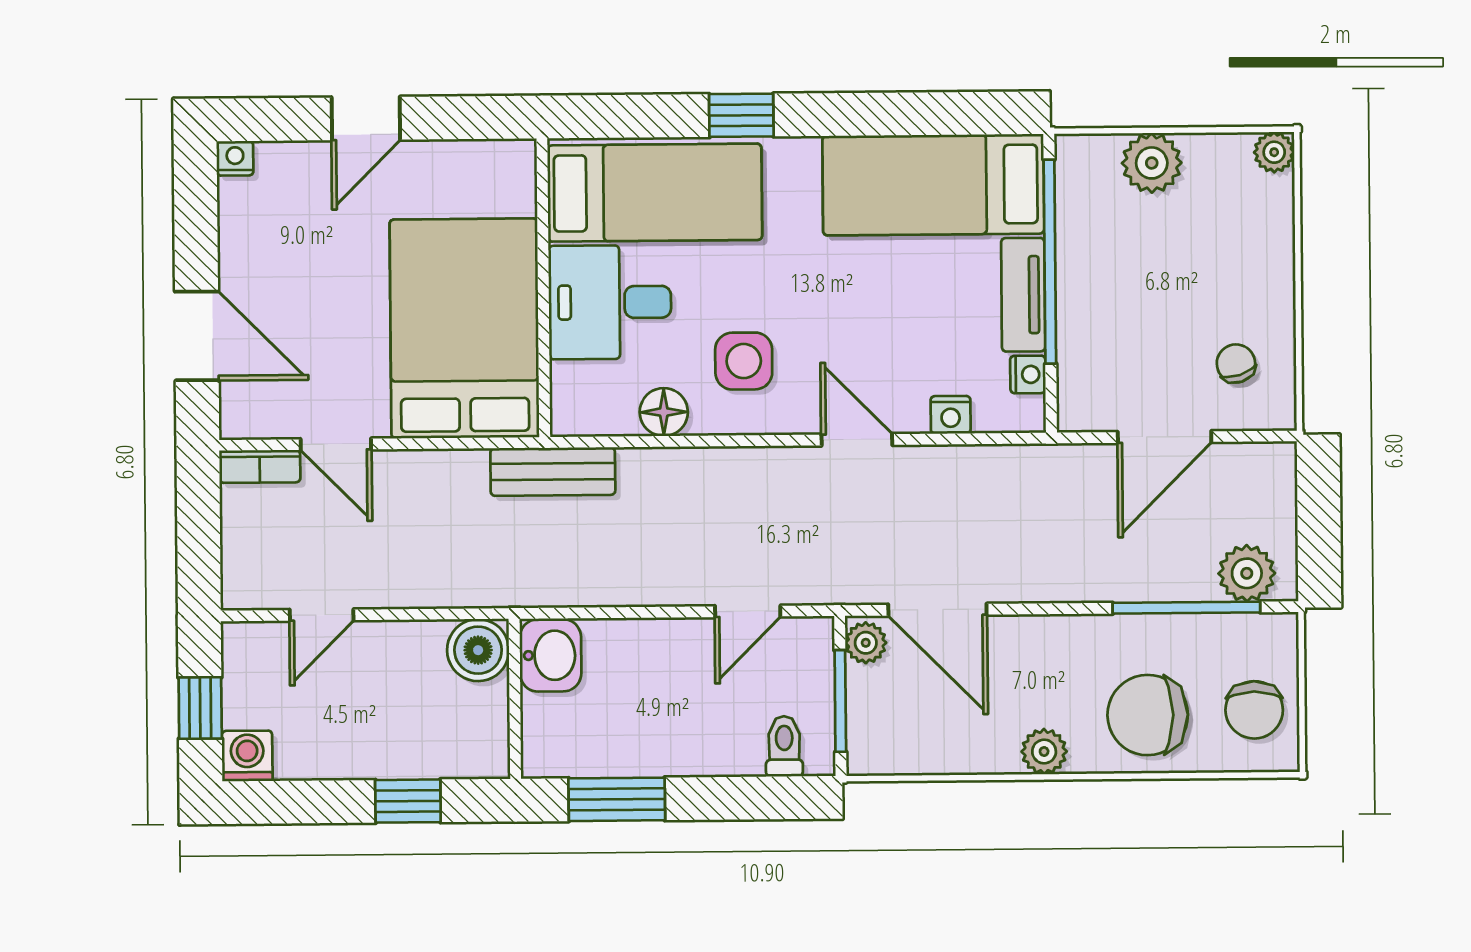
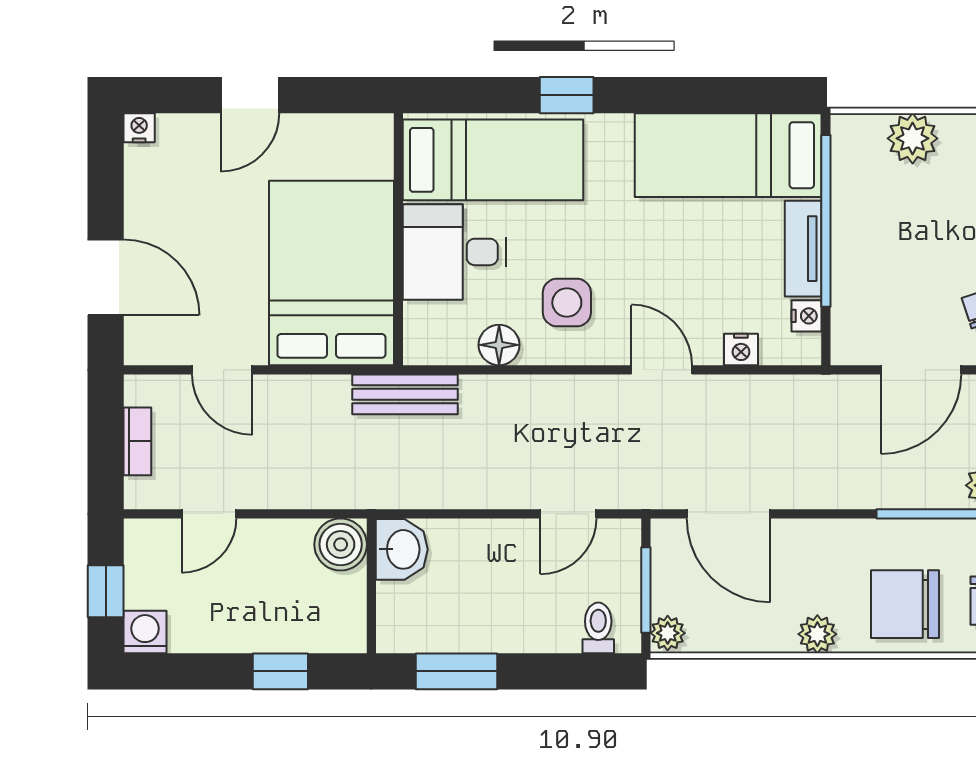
bookcase: (260, 466) -> (137, 441), moved, turned -90
plant: (866, 643) -> (668, 633), moved

